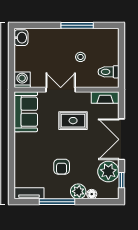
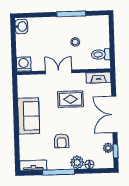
sofa: (26, 112) -> (29, 116), moved
plant: (108, 172) -> (108, 148), width x0.53, depth x0.53

